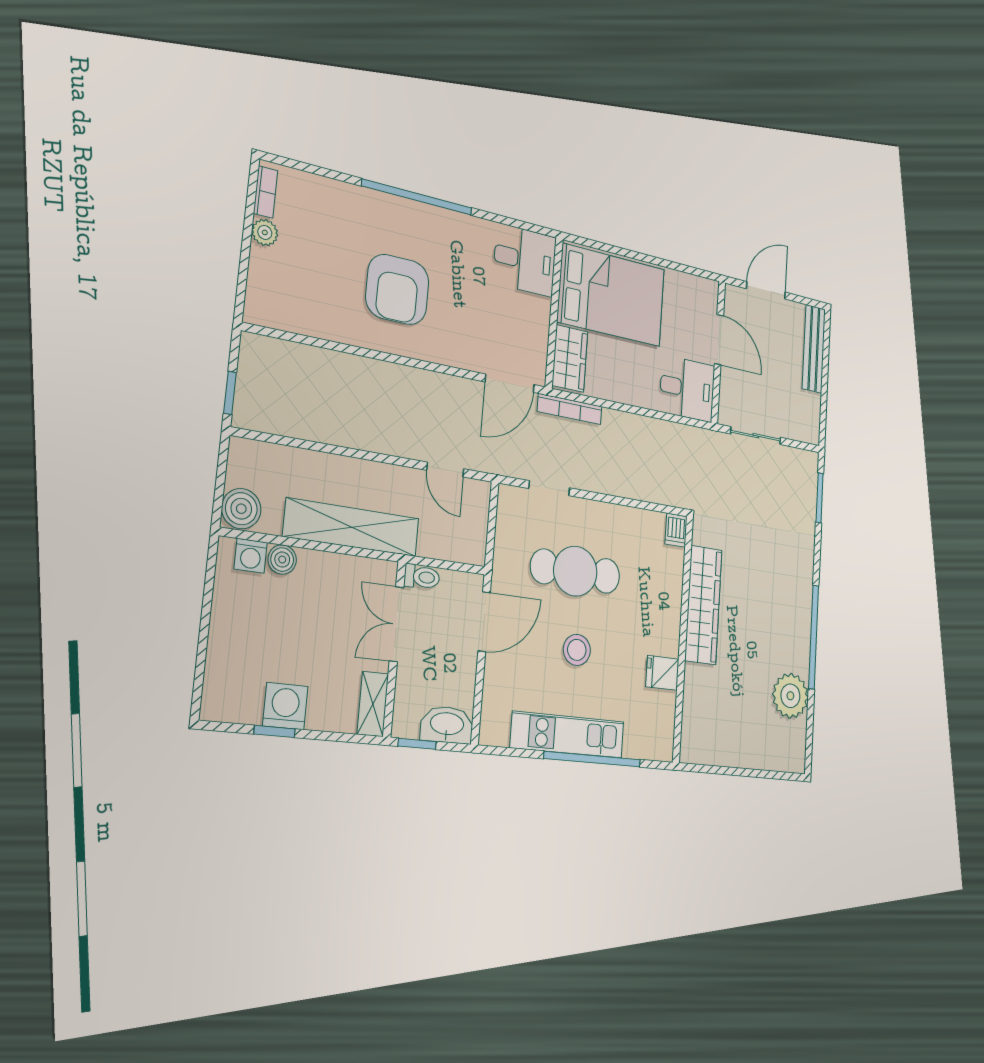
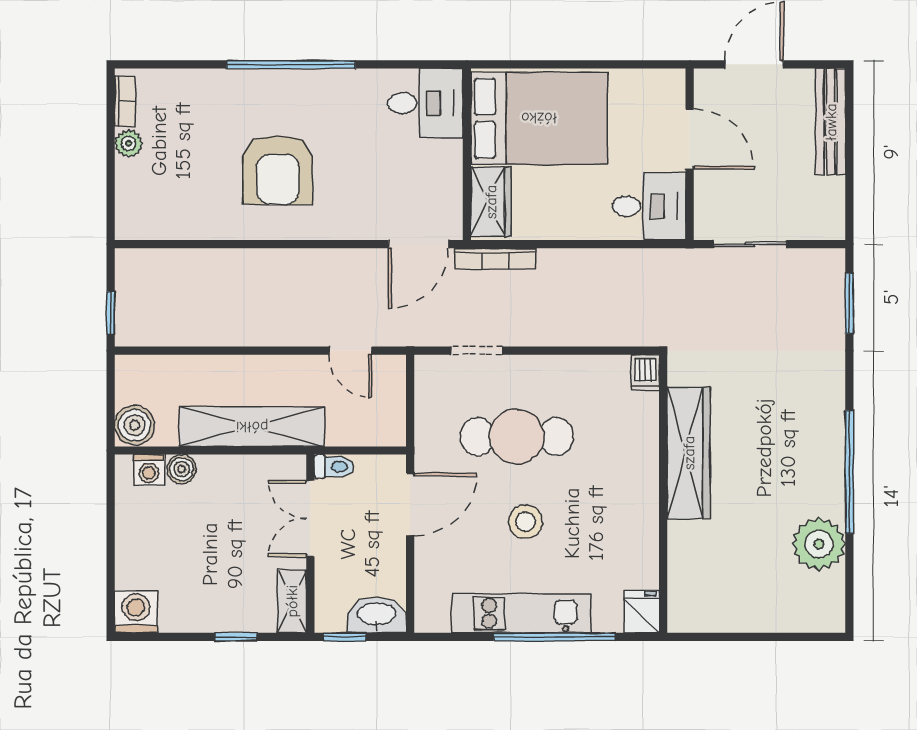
fridge: (662, 673) -> (642, 612), moved, turned 90
washing machine: (285, 706) -> (136, 612), moved
window: (275, 731) -> (236, 637), moved

